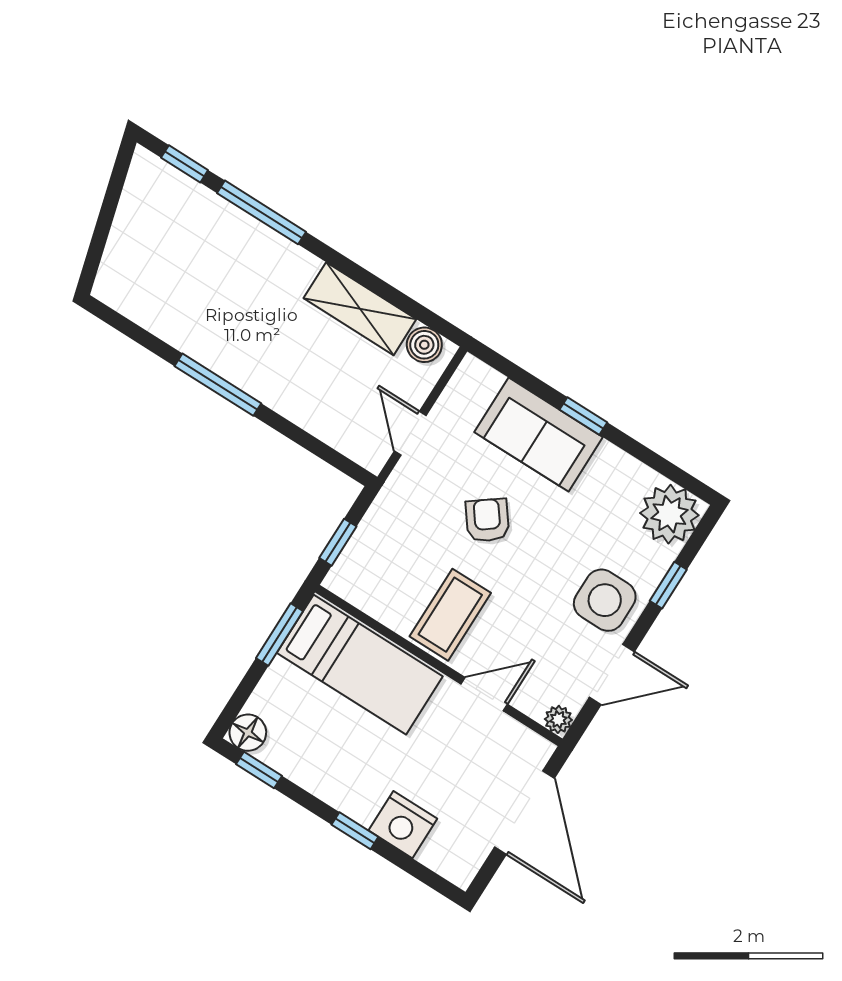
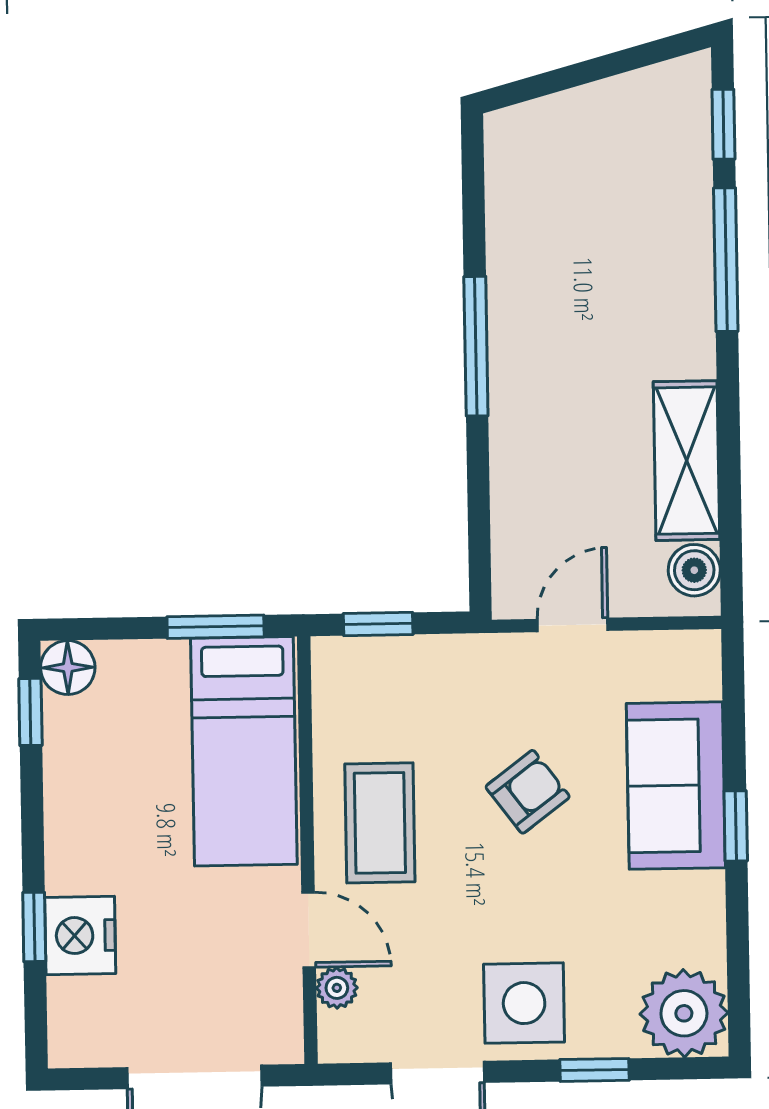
coffee table: (450, 615) -> (380, 823), turned 90
plant: (558, 719) -> (337, 988), moved
window: (355, 831) -> (34, 927), moved

